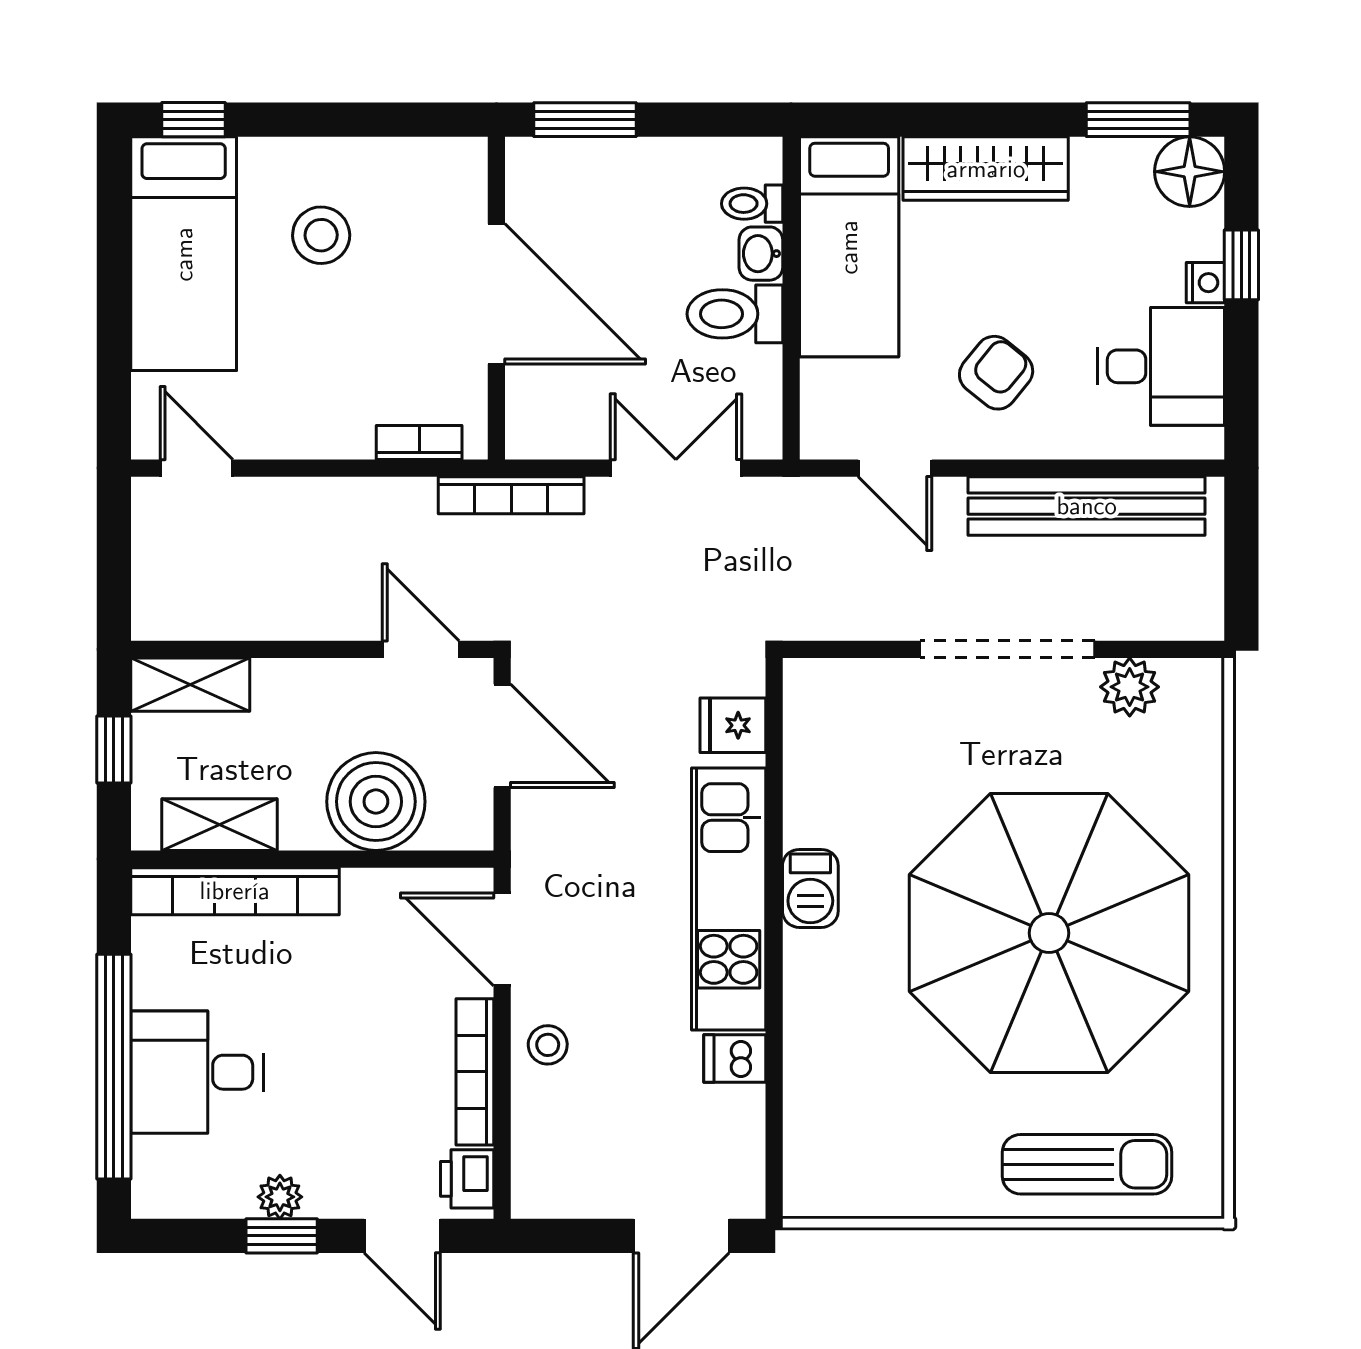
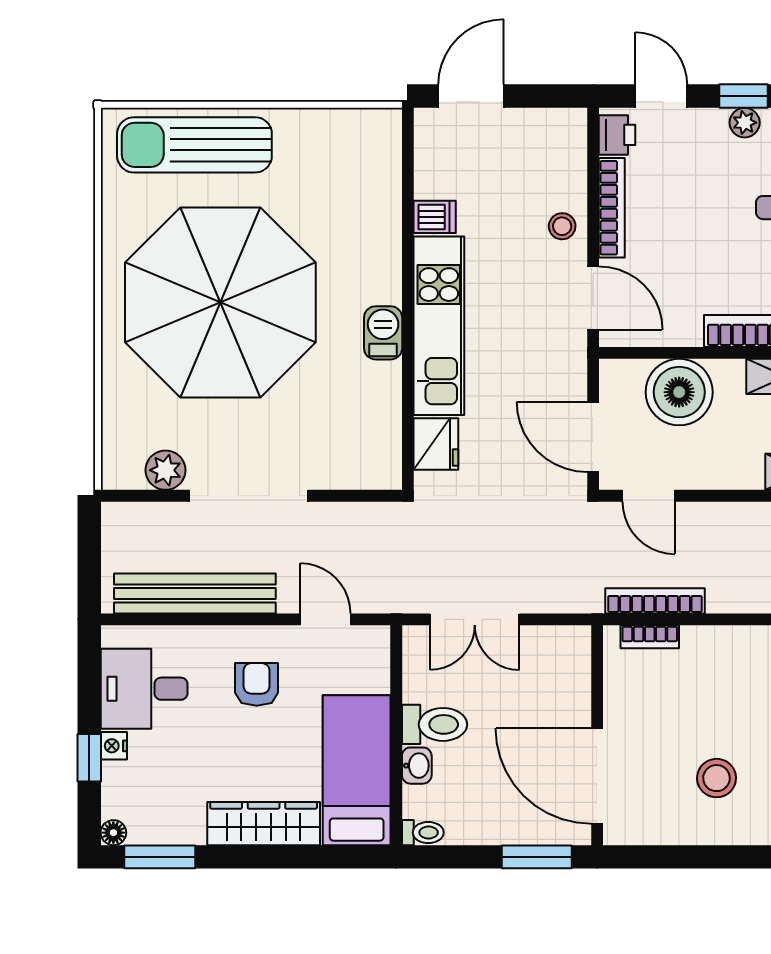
floor lamp: (1190, 172) -> (113, 833), width x0.53, depth x0.53
toilet: (752, 204) -> (423, 833), moved
door: (496, 294) -> (597, 776), moved
armchair: (996, 373) -> (257, 684), turned 141
bookcase: (511, 495) -> (655, 601), moved
fridge: (733, 725) -> (436, 444), width x1.38
sun lounger: (1087, 1164) -> (194, 145), width x1.36, depth x1.34

